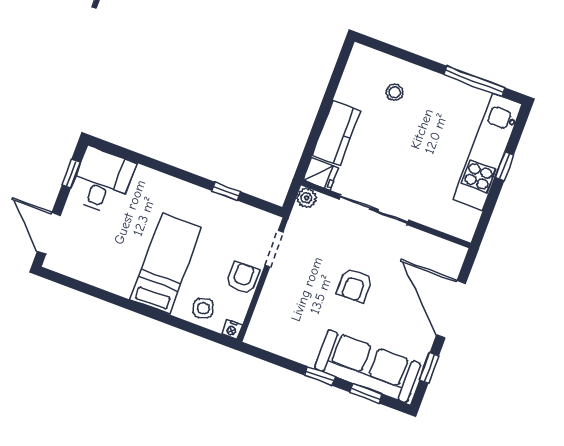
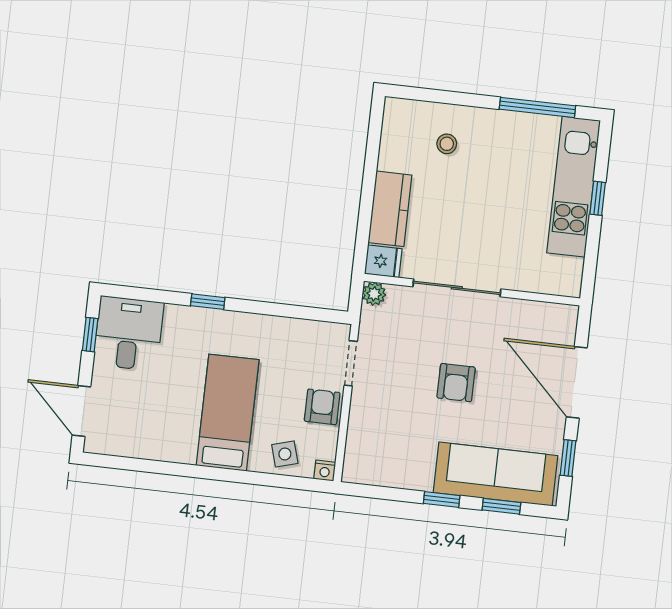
window: (226, 191) -> (208, 302), moved

